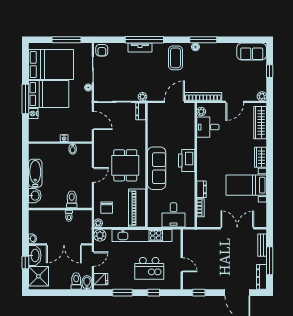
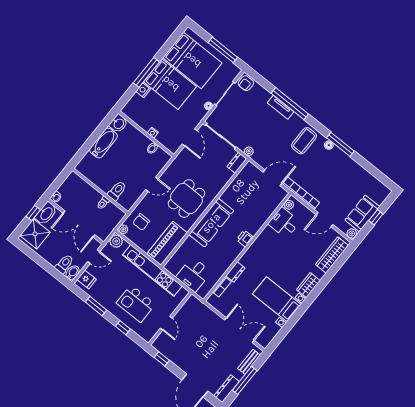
sofa: (252, 52) -> (362, 213), moved, turned 90
printer: (187, 160) -> (245, 239), width x0.53, depth x0.68
washbasin: (35, 196) -> (119, 124), moved

